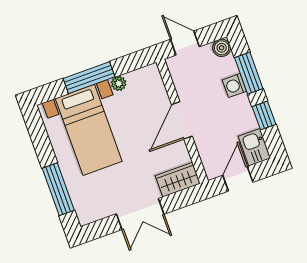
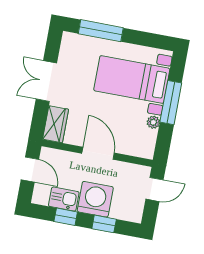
boiler: (222, 48) -> (135, 215), removed
window: (249, 73) -> (104, 224), width x0.67
washing machine: (234, 86) -> (95, 199), width x1.89, depth x1.89
kitchen sink: (254, 147) -> (64, 199), moved

